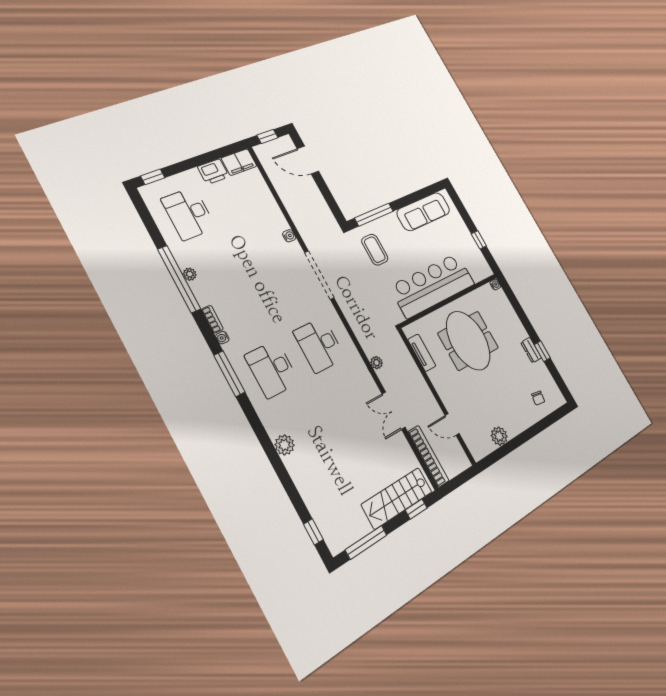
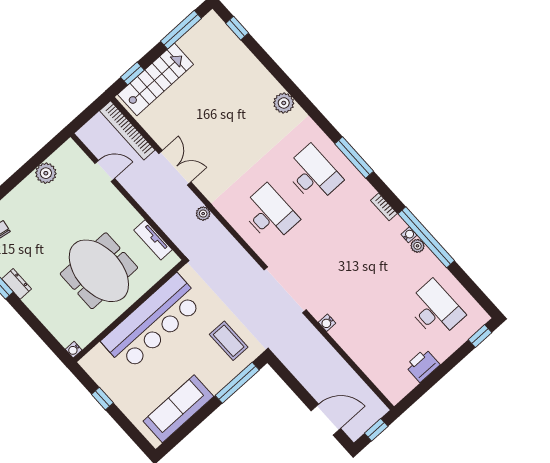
filing cabinet: (239, 162) -> (399, 387), removed
water cooler: (222, 338) -> (409, 235), moved

